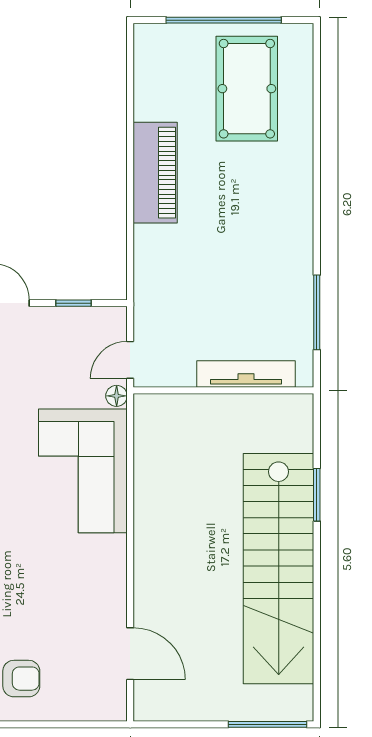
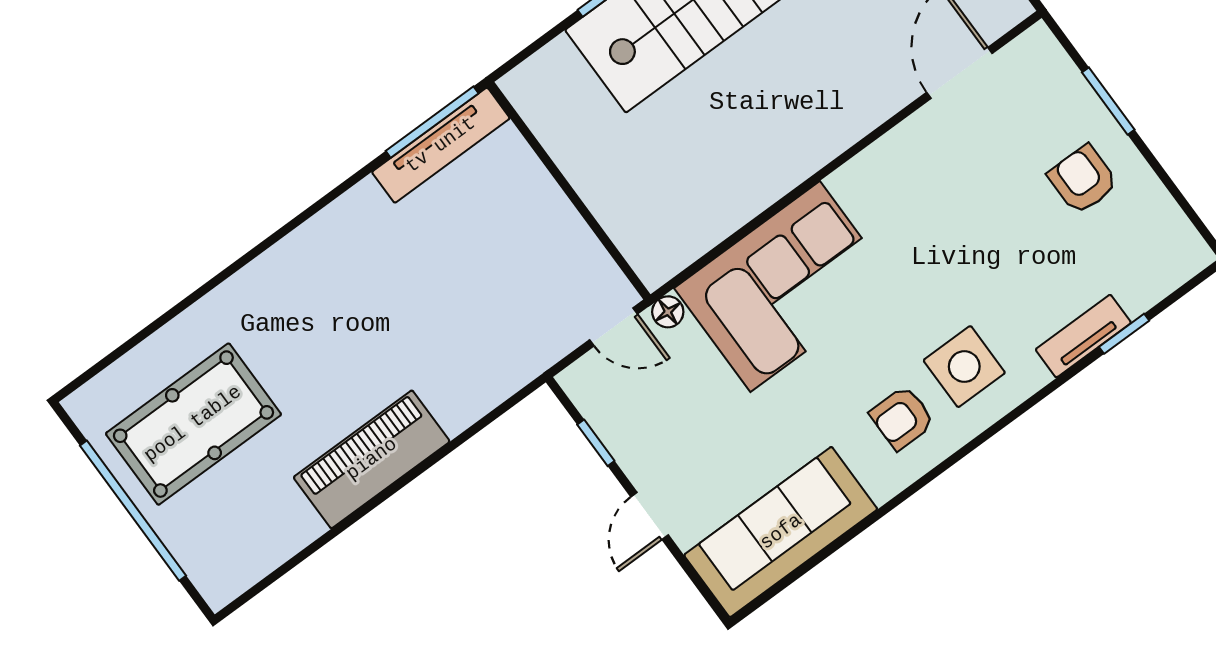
window: (317, 312) -> (432, 122), moved
tv unit: (246, 374) -> (441, 145), moved, turned -90
window: (54, 724) -> (1108, 101), added

